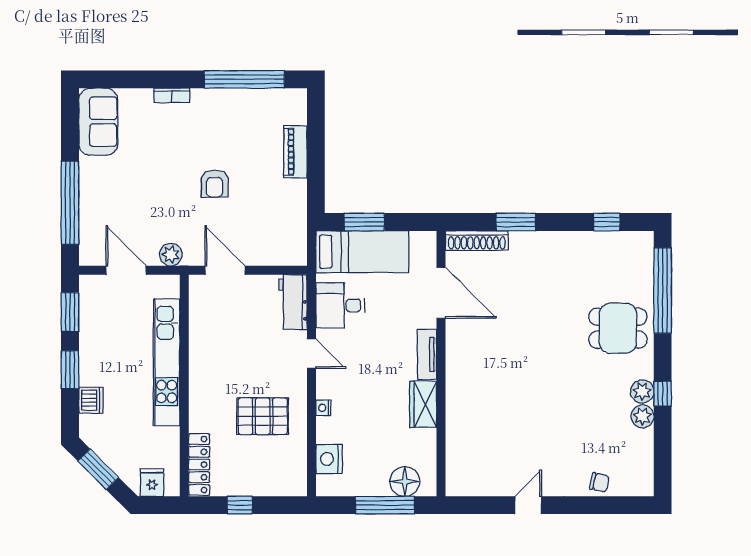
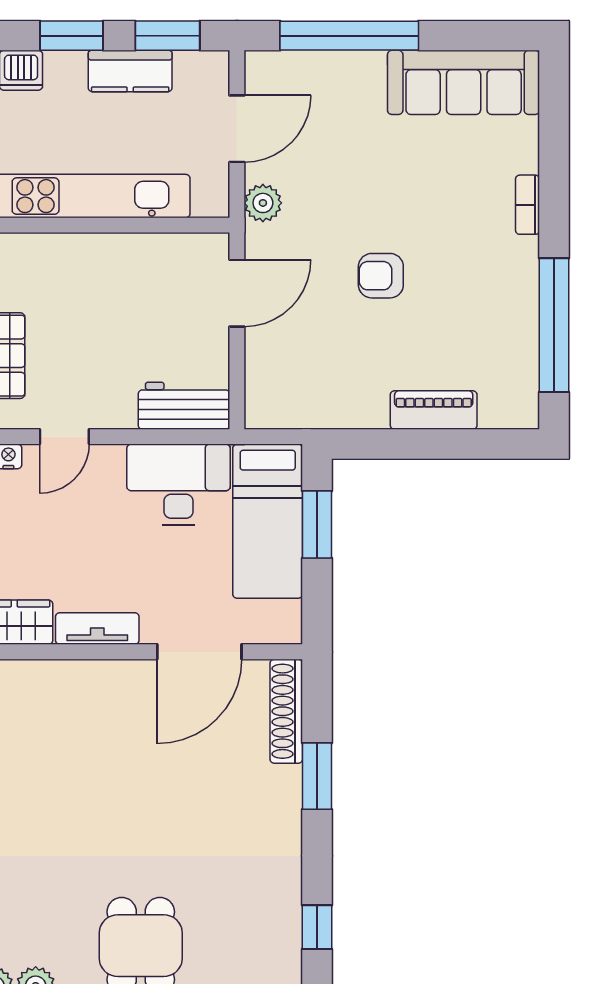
sofa: (98, 122) -> (464, 82), width x1.36
desk: (340, 305) -> (178, 484), width x1.37
kitchen counter: (91, 335) -> (130, 71), added
door: (311, 354) -> (64, 437), moved

